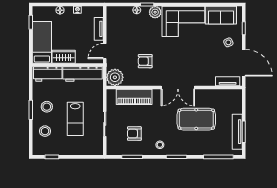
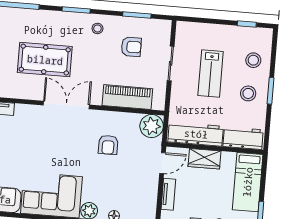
wardrobe: (64, 57) -> (205, 159), moved
armchair: (145, 61) -> (108, 145), turned 90
lab bench: (75, 119) -> (211, 74), turned 180

